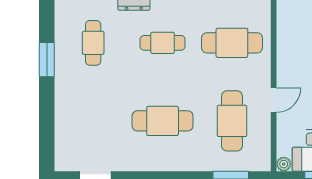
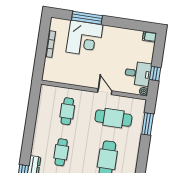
cafe table: (232, 43) -> (67, 111), width x0.73, depth x0.74

